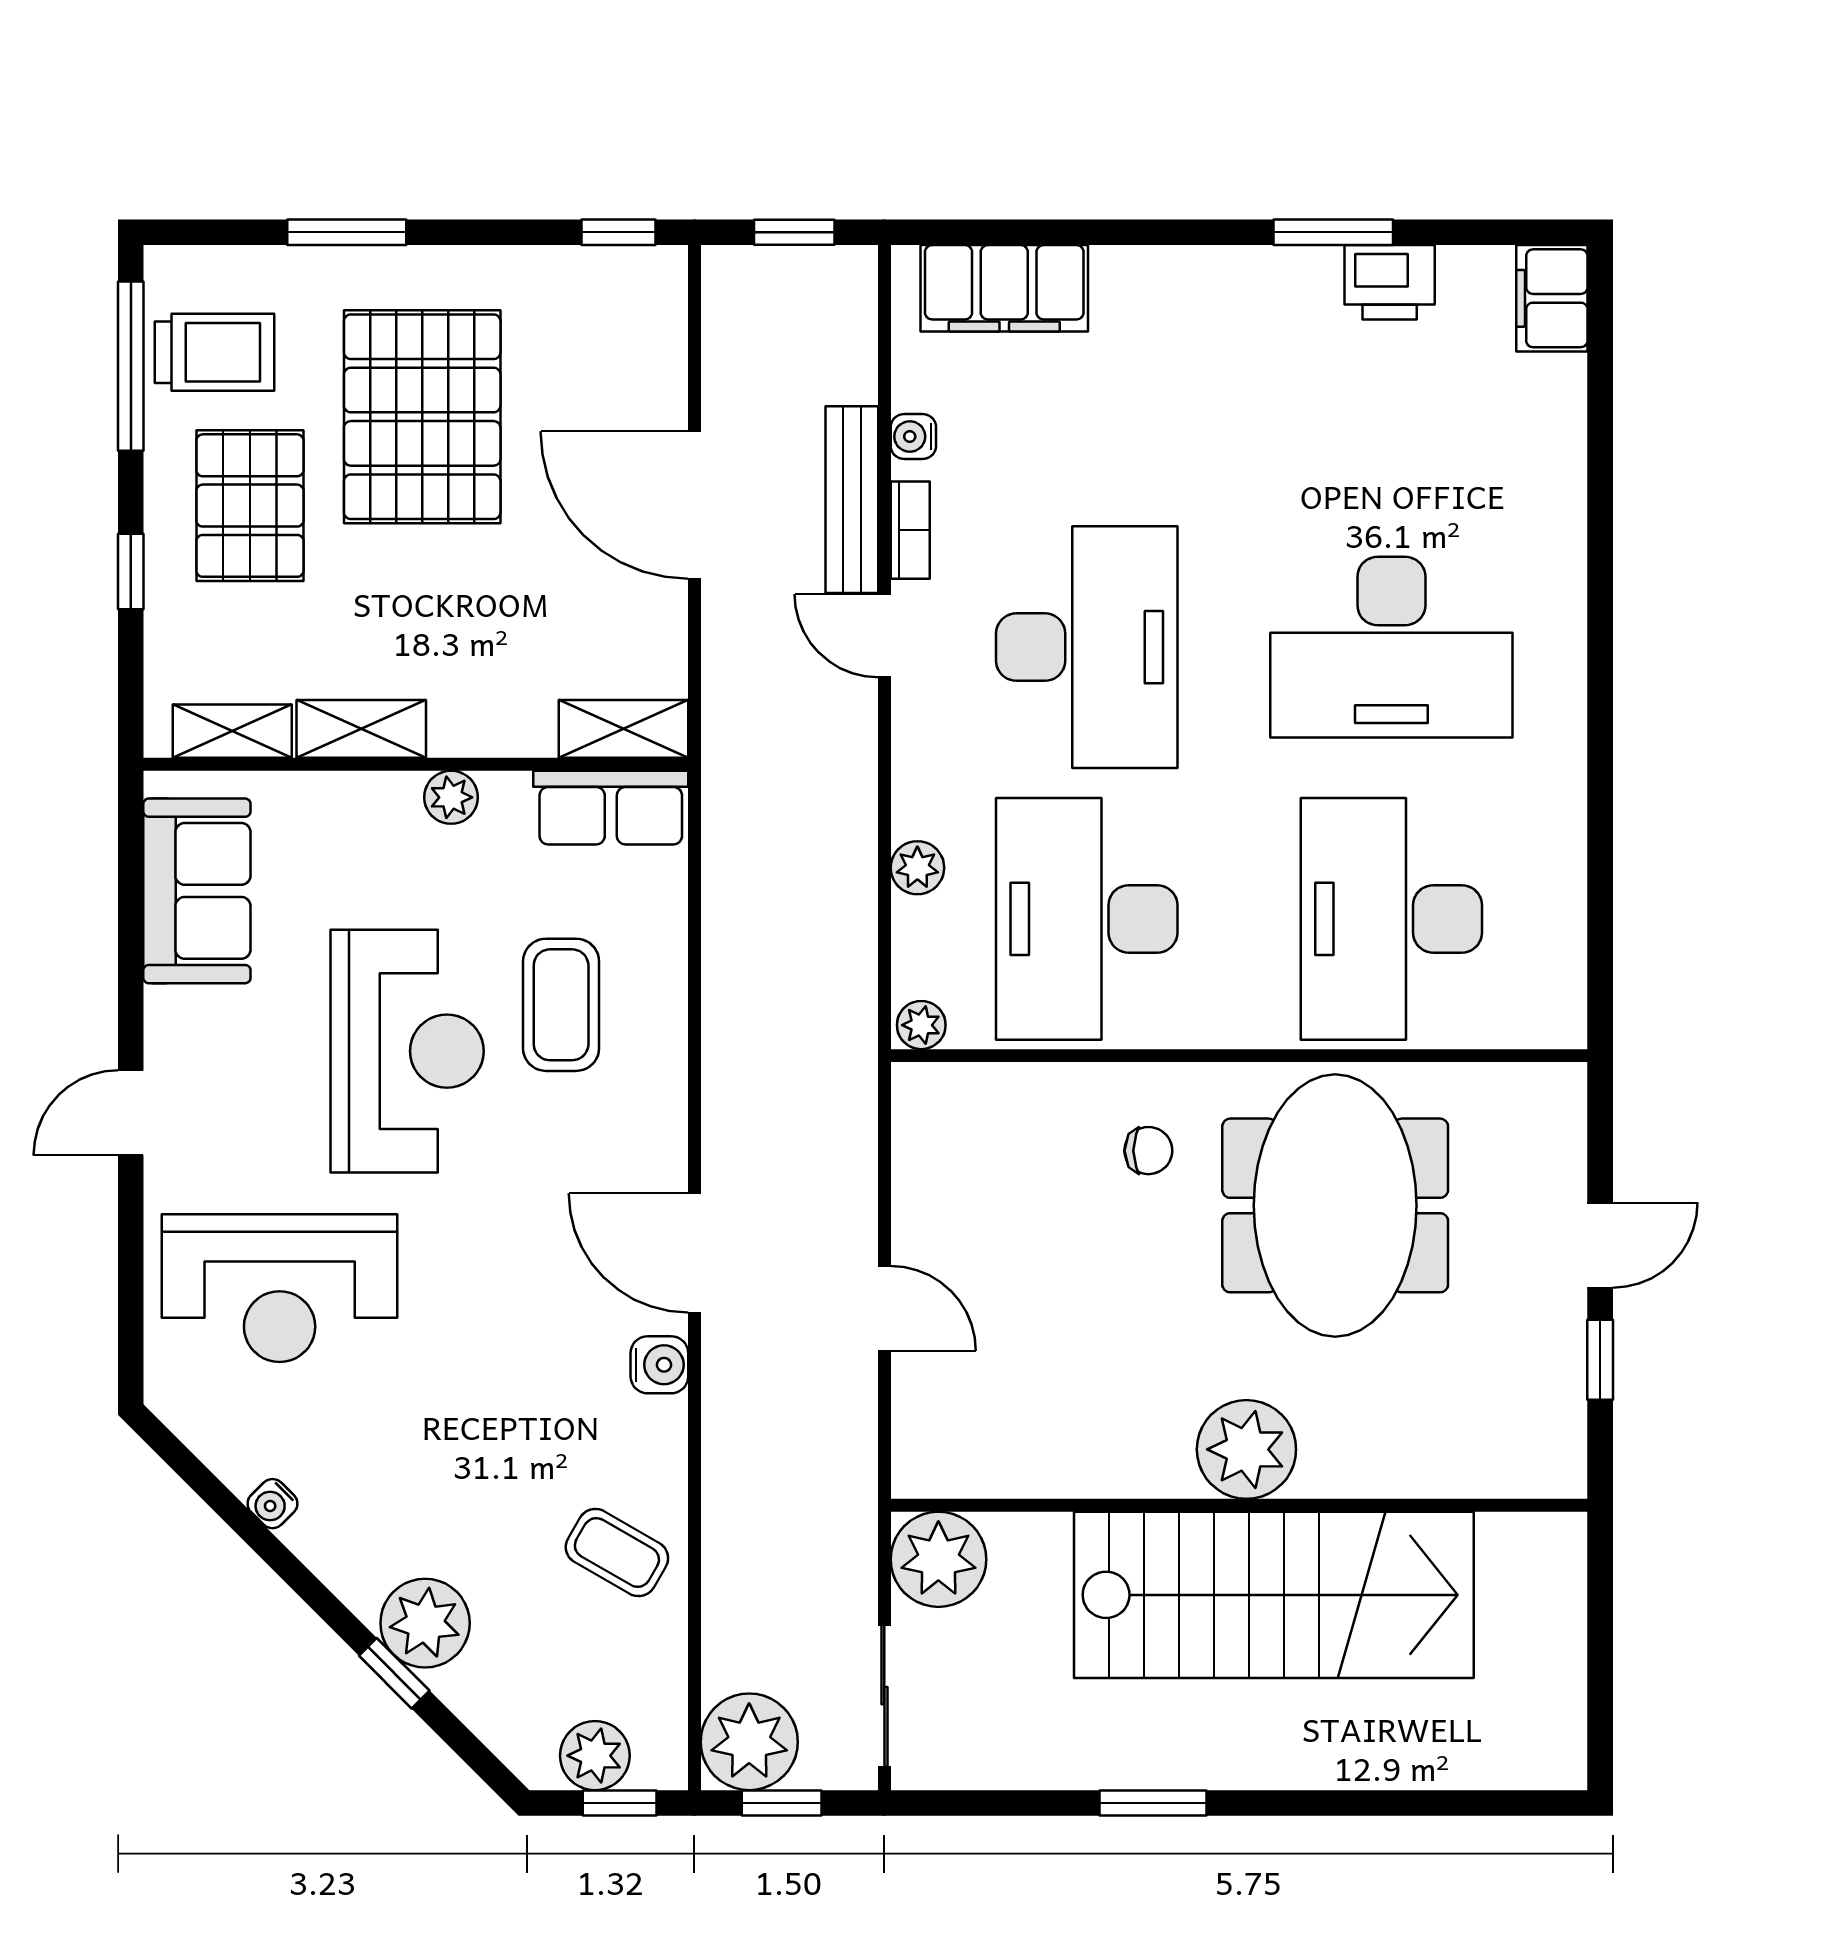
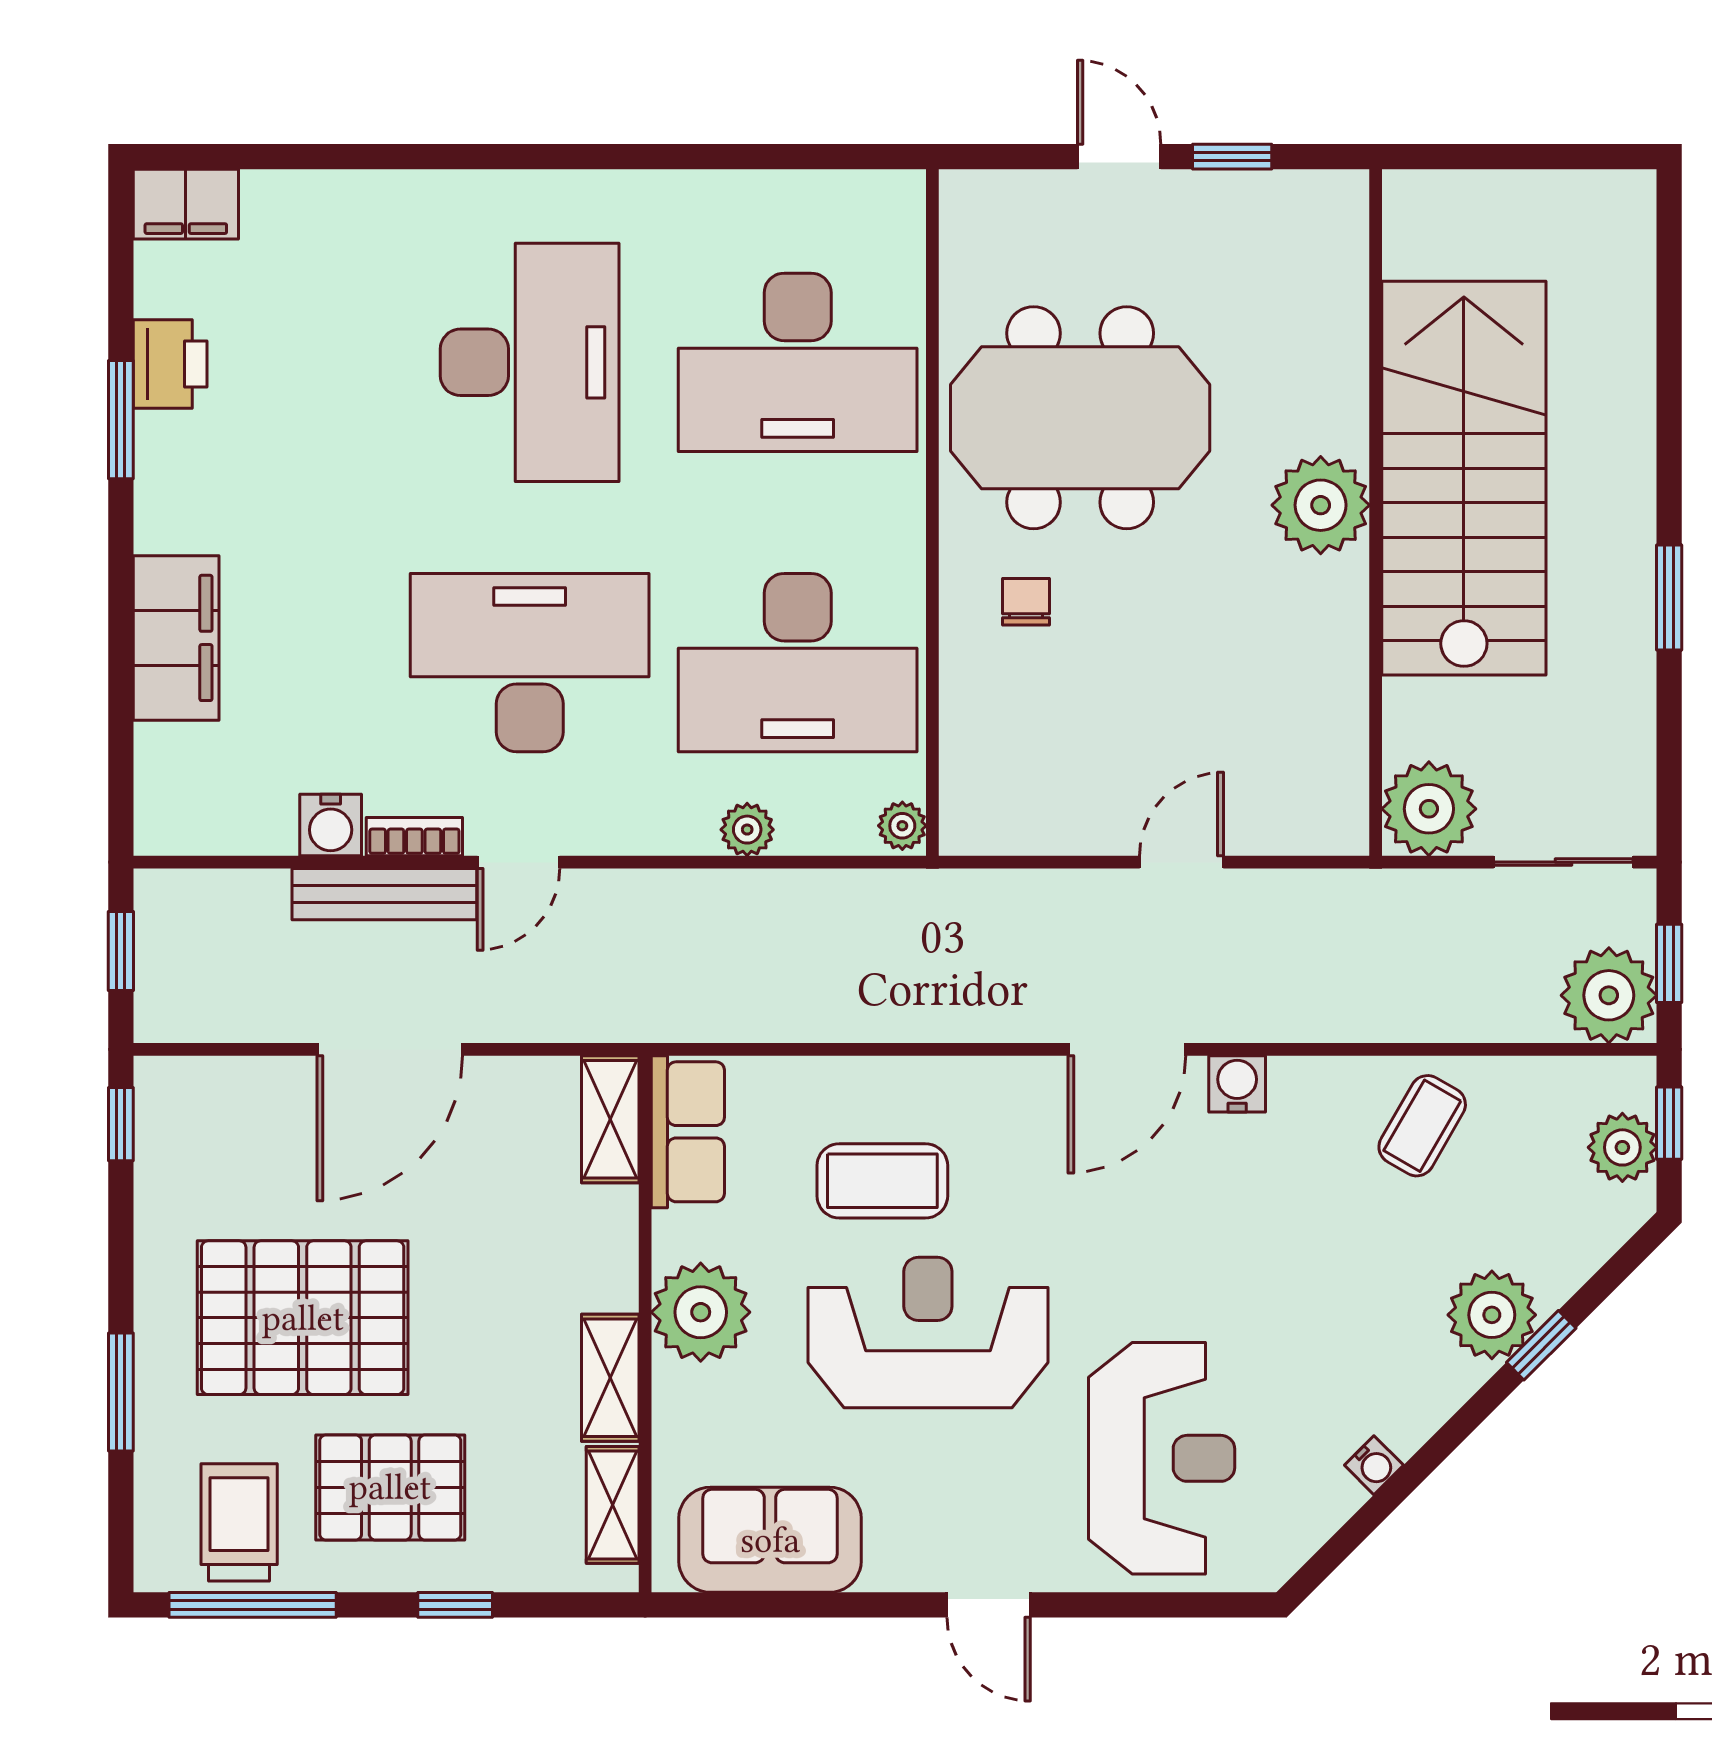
filing cabinet: (1004, 288) -> (176, 638), moved
water cooler: (913, 436) -> (331, 825), width x1.38, depth x1.38
plant: (451, 797) -> (701, 1312), width x1.88, depth x1.88

